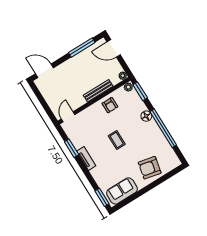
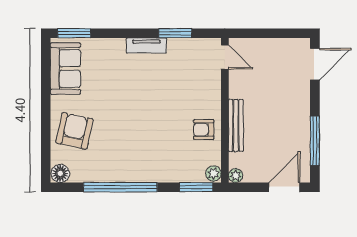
floor lamp: (146, 116) -> (60, 173), moved
coffee table: (117, 140) -> (146, 108), removed

